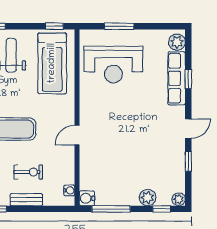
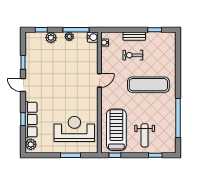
door: (188, 128) -> (23, 85), hinge flipped
plant: (179, 199) -> (69, 36), moved

